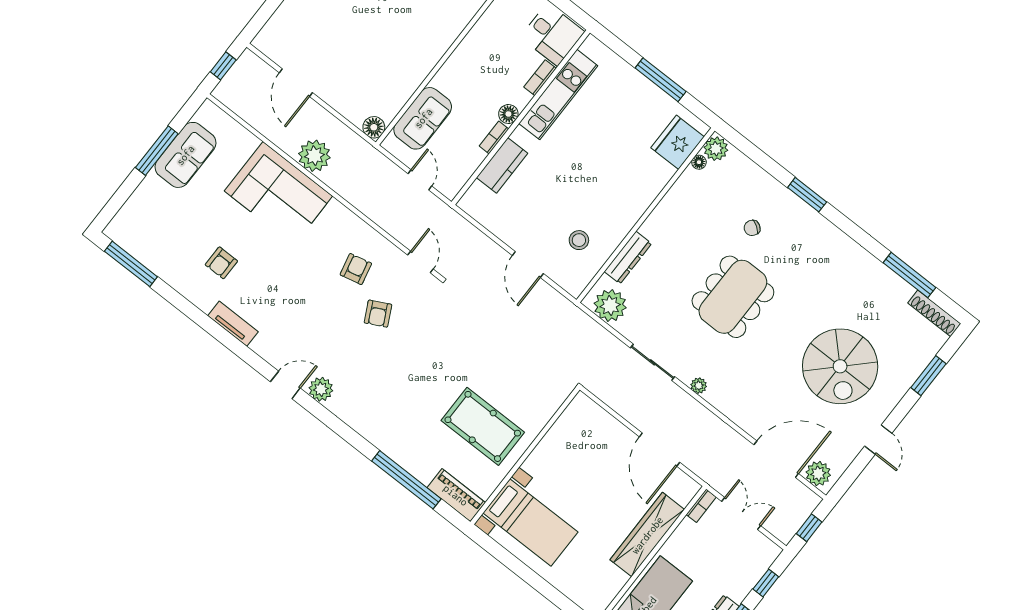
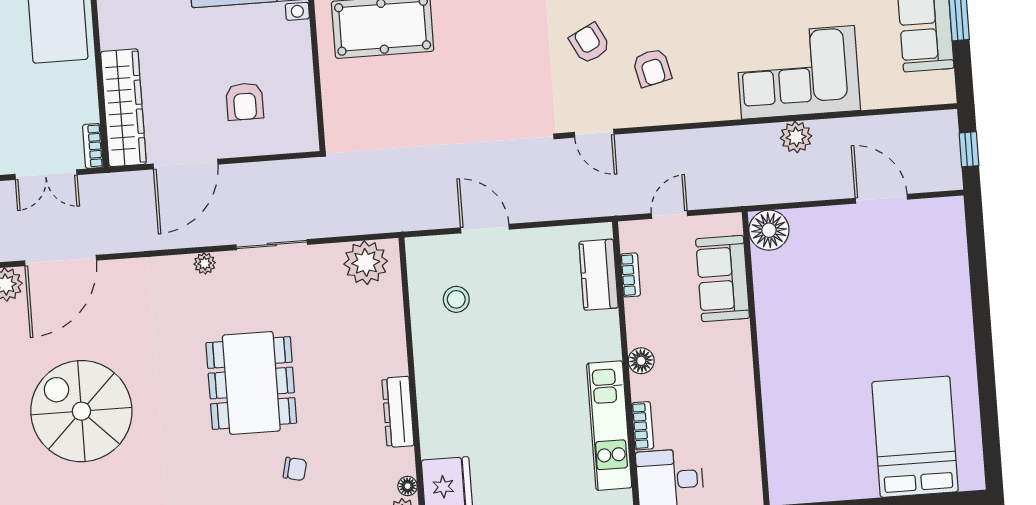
floor lamp: (374, 127) -> (769, 230), width x1.38, depth x1.38
bookcase: (494, 137) -> (630, 275), moved
plant: (314, 156) -> (796, 137), width x0.73, depth x0.73
kitchen counter: (502, 165) -> (599, 275), moved
door: (420, 180) -> (669, 215), swing flipped
chair: (752, 228) -> (295, 469), turned 71
dresser: (628, 258) -> (398, 412), moved
door: (660, 450) -> (186, 164), swing flipped
armchair: (596, 454) -> (245, 101), added
wardrobe: (647, 535) -> (123, 108), moved

